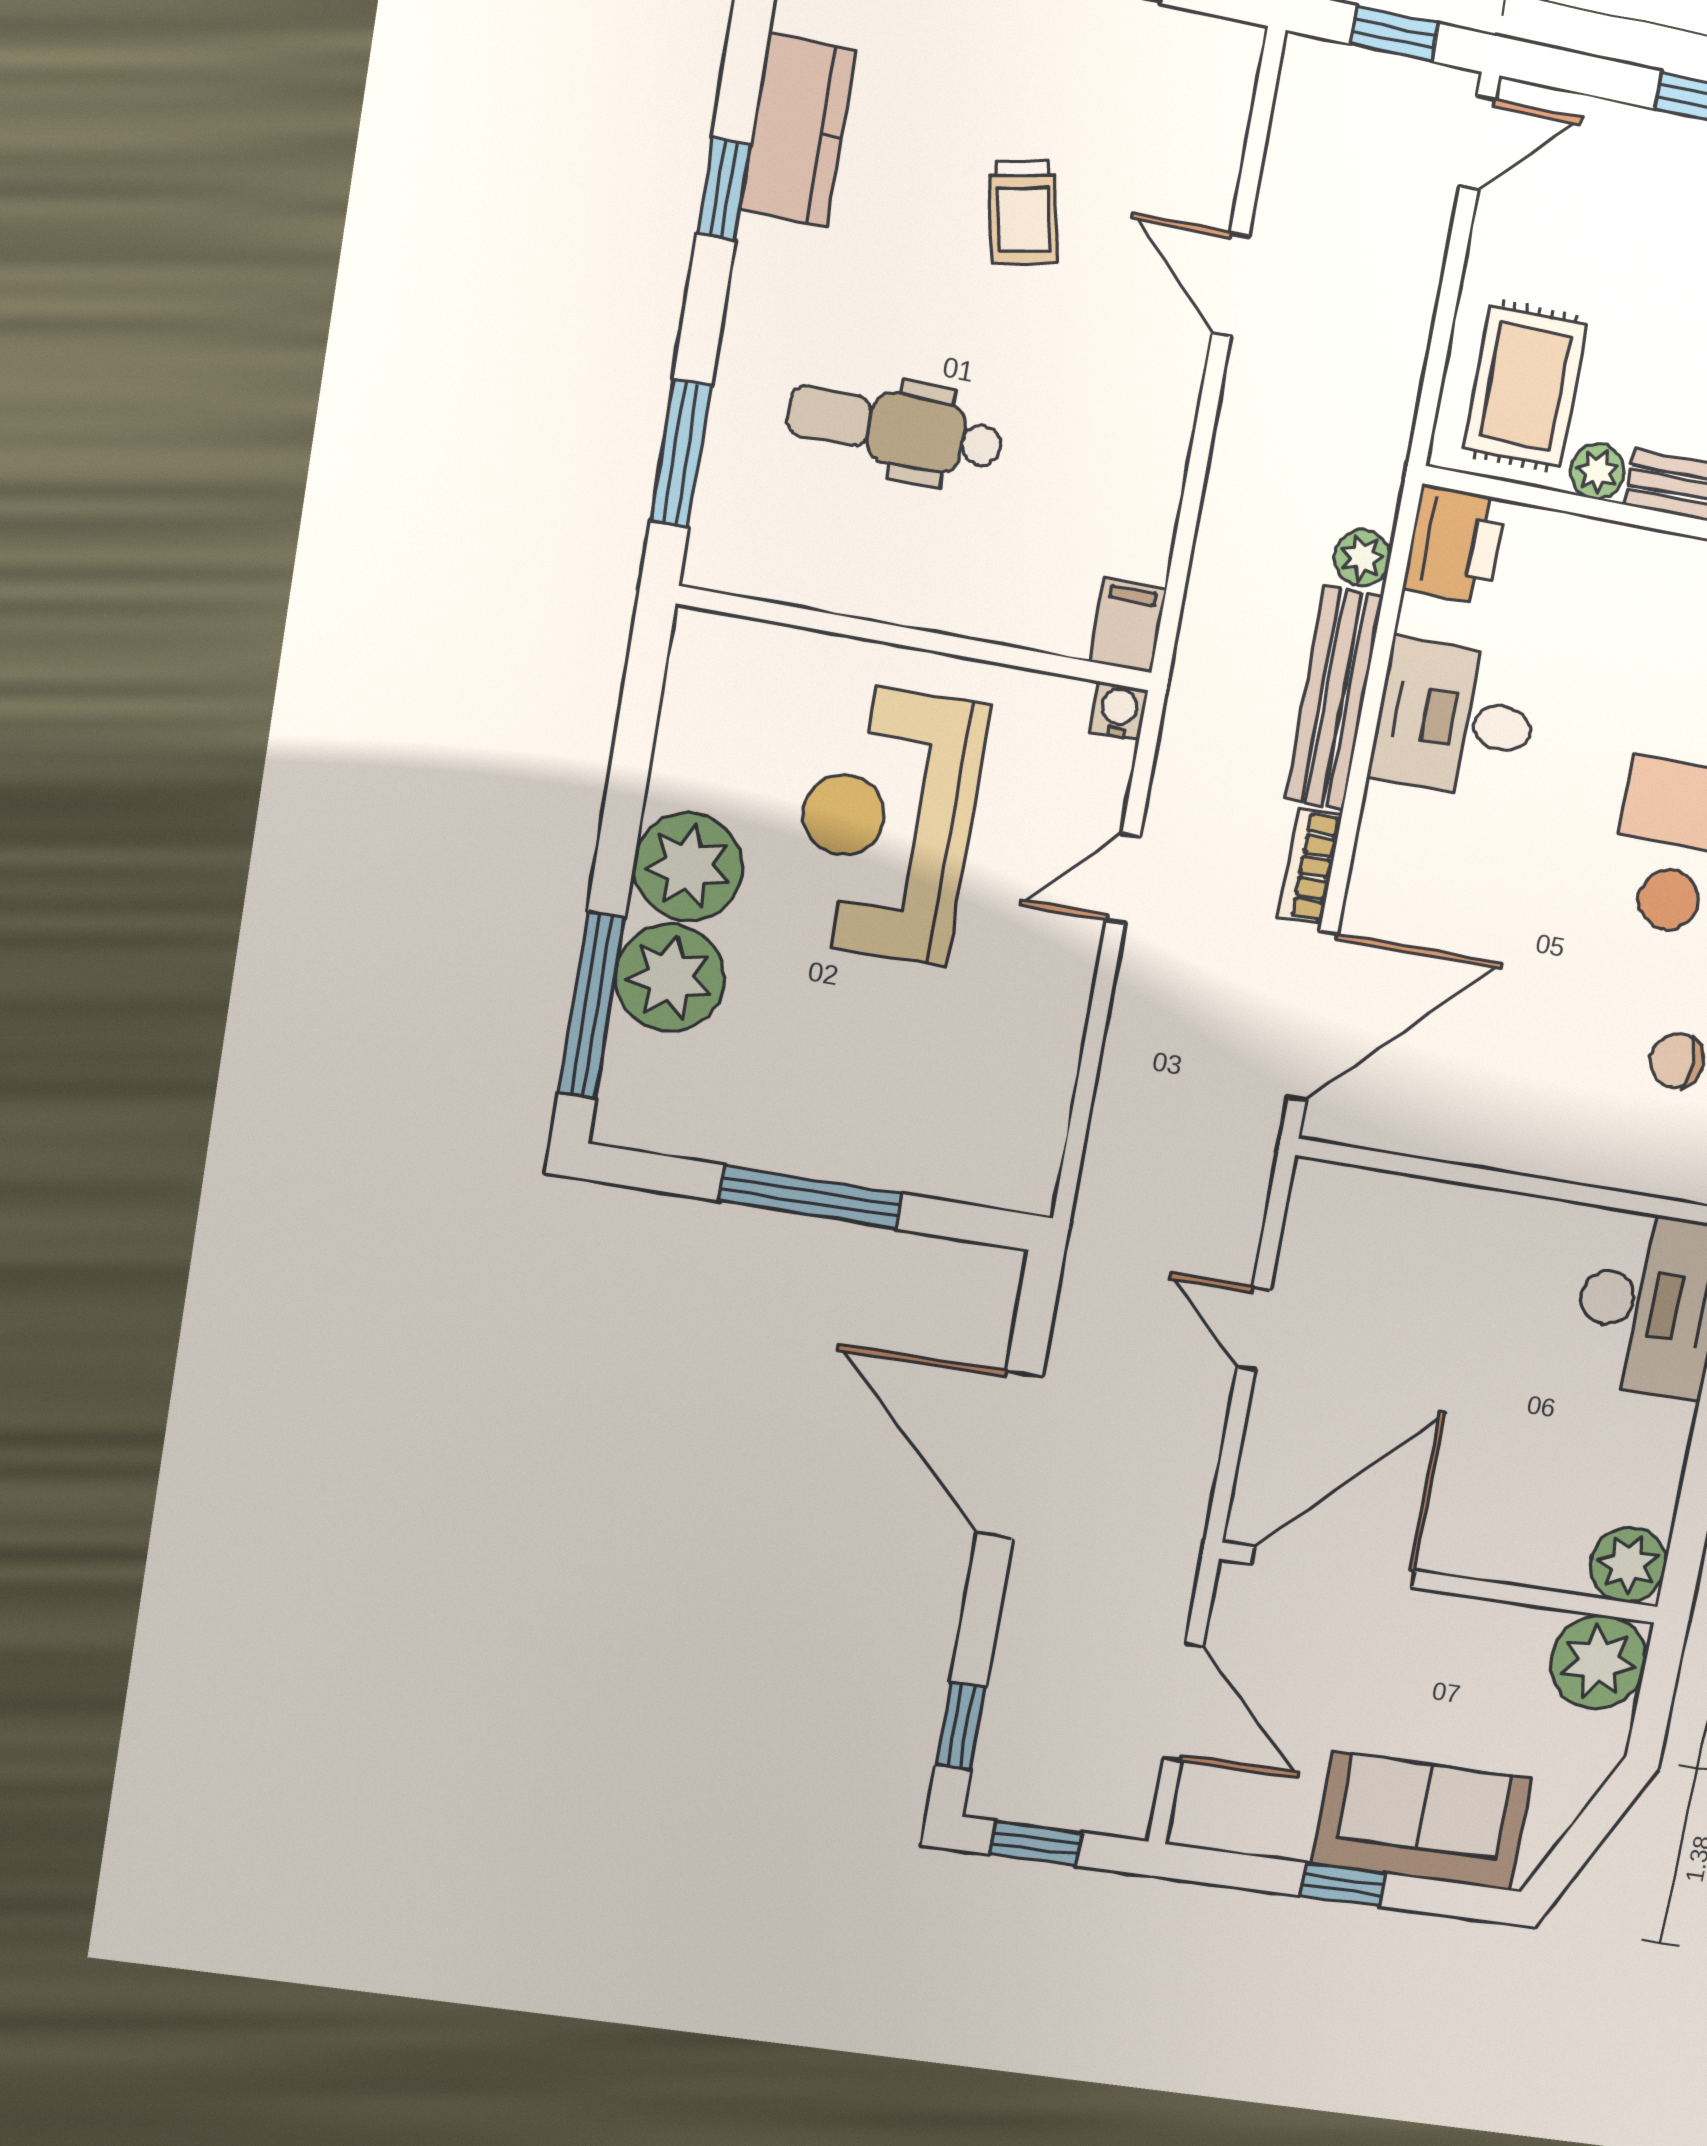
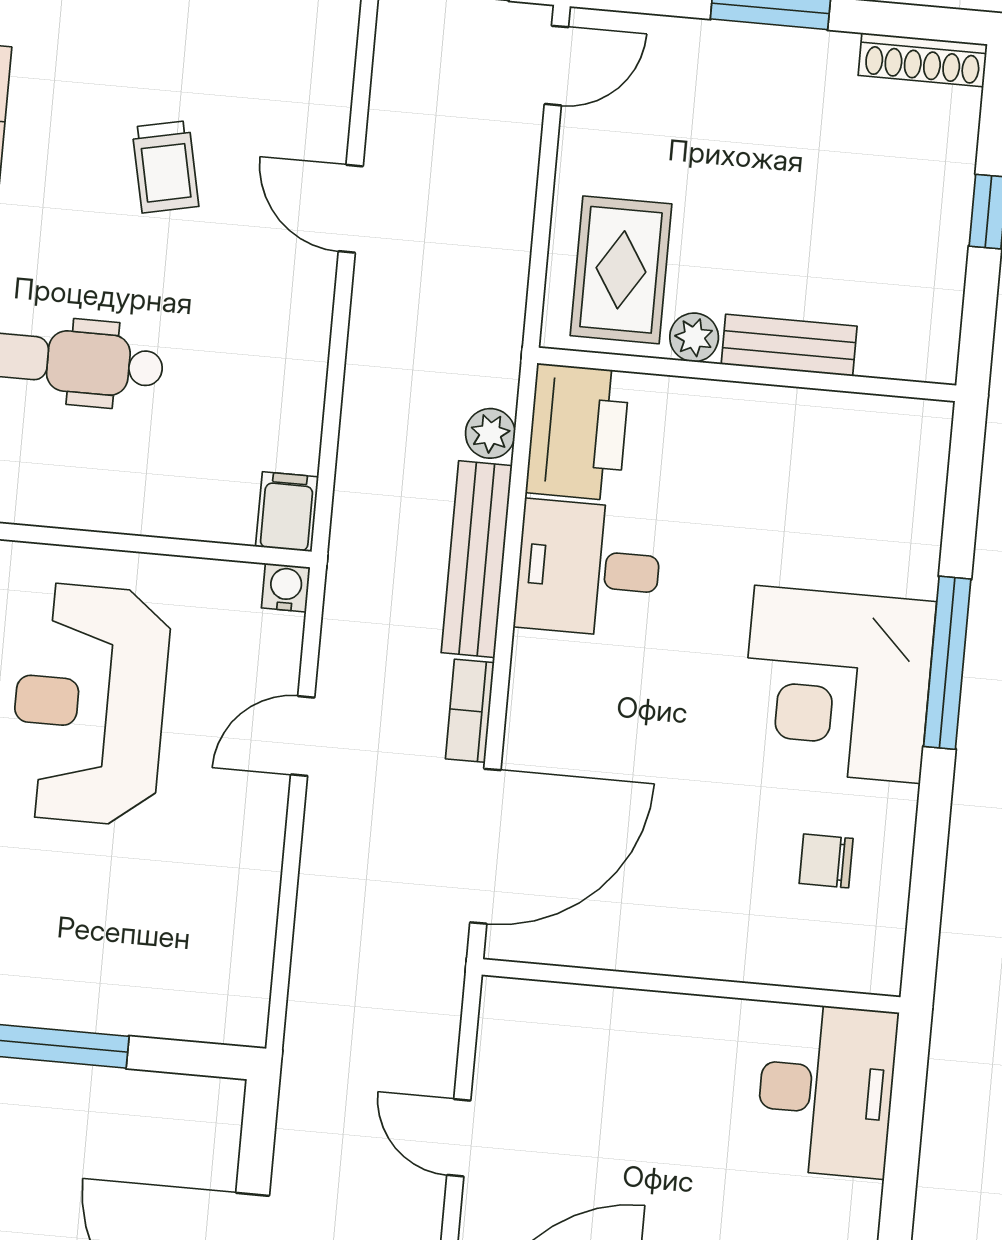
printer: (1455, 544) -> (578, 432), width x1.37, depth x1.19

